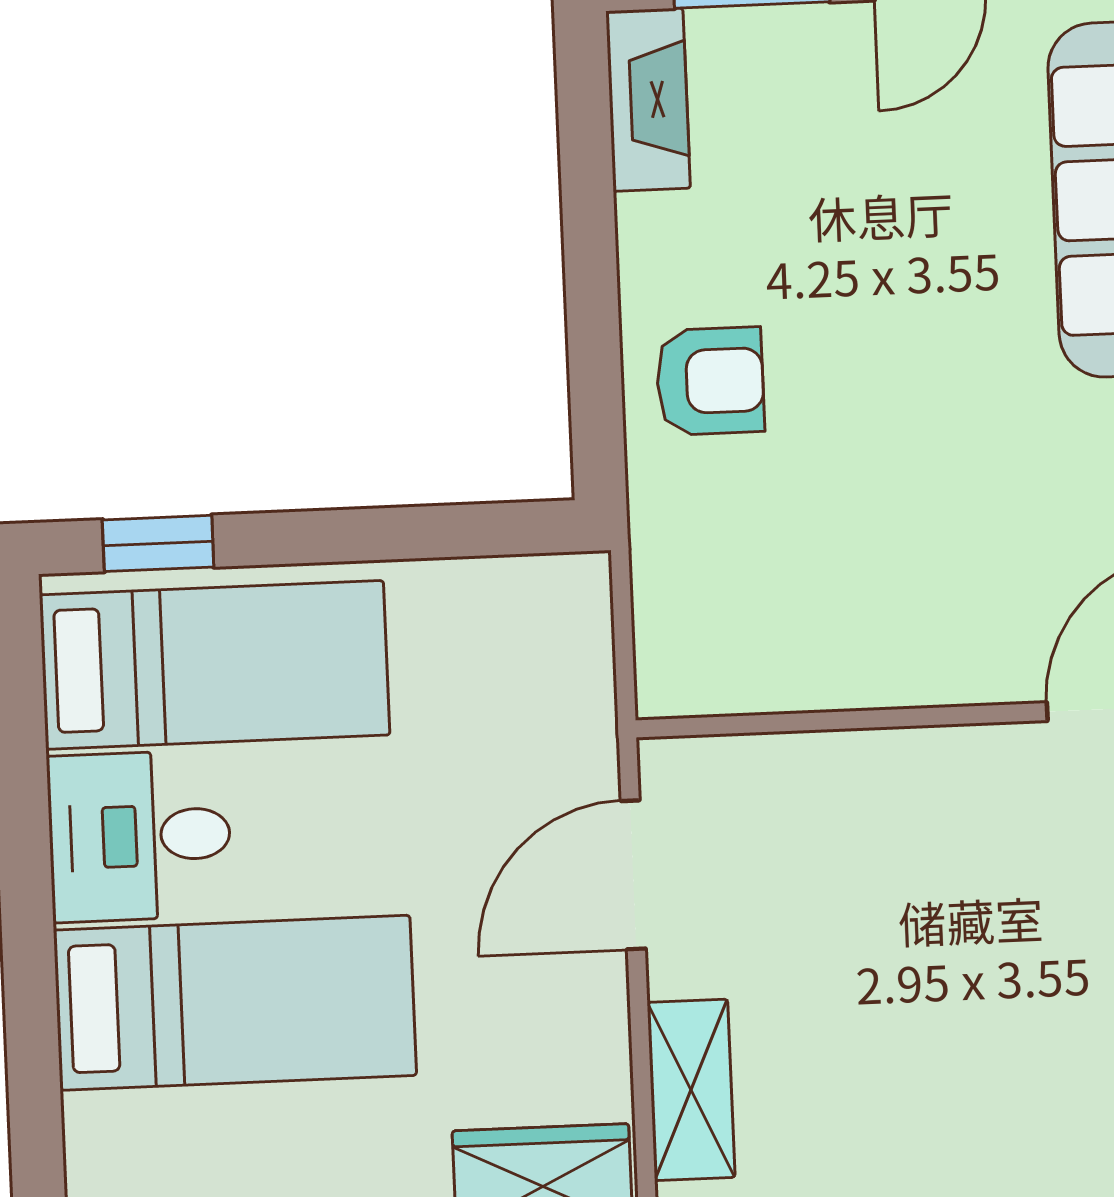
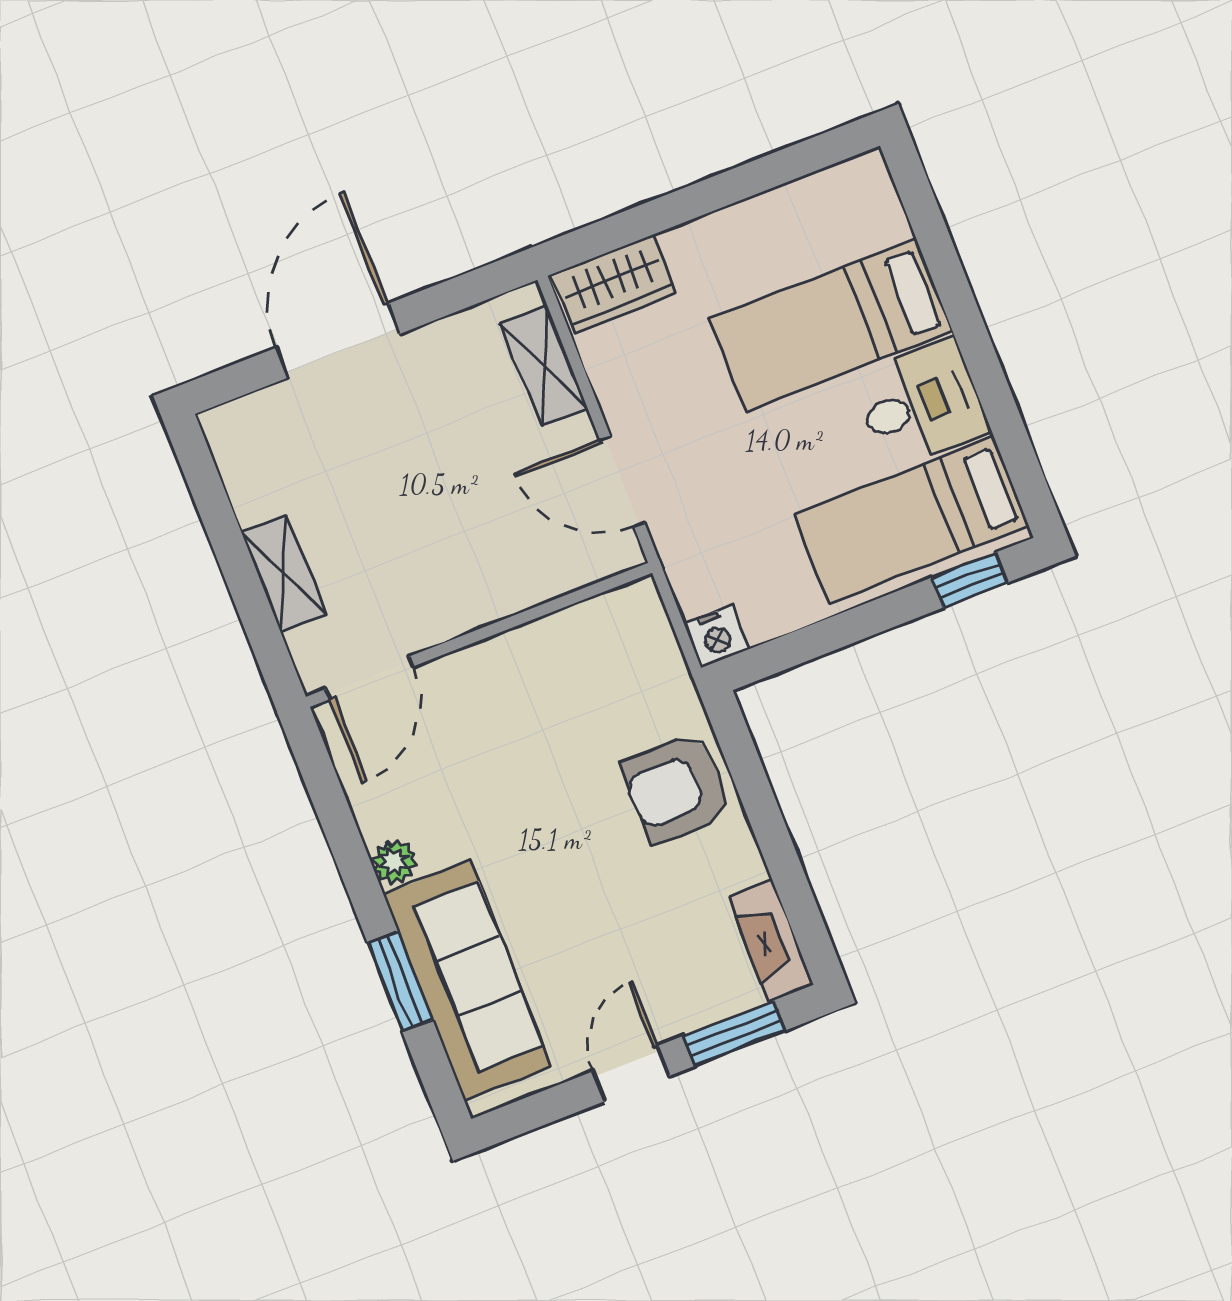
armchair: (710, 381) -> (677, 788), width x1.38, depth x1.38
nightstand: (571, 590) -> (716, 637), added
door: (633, 875) -> (622, 481), swing flipped

